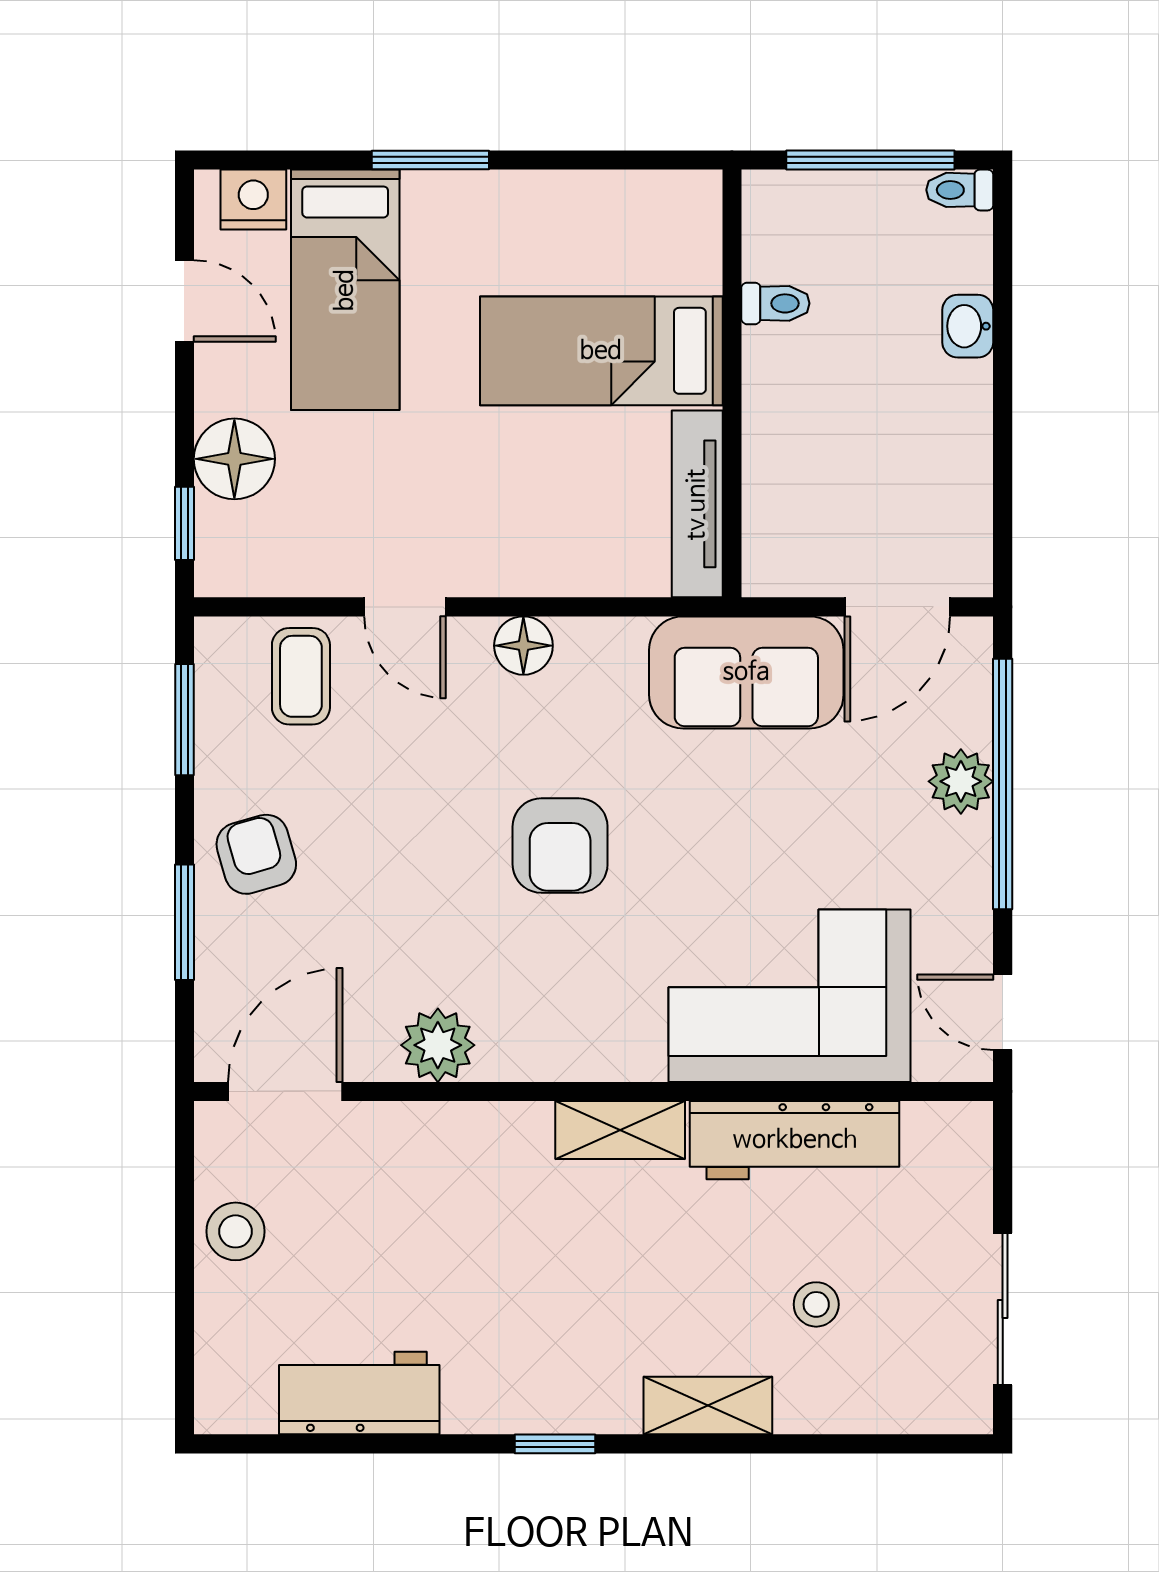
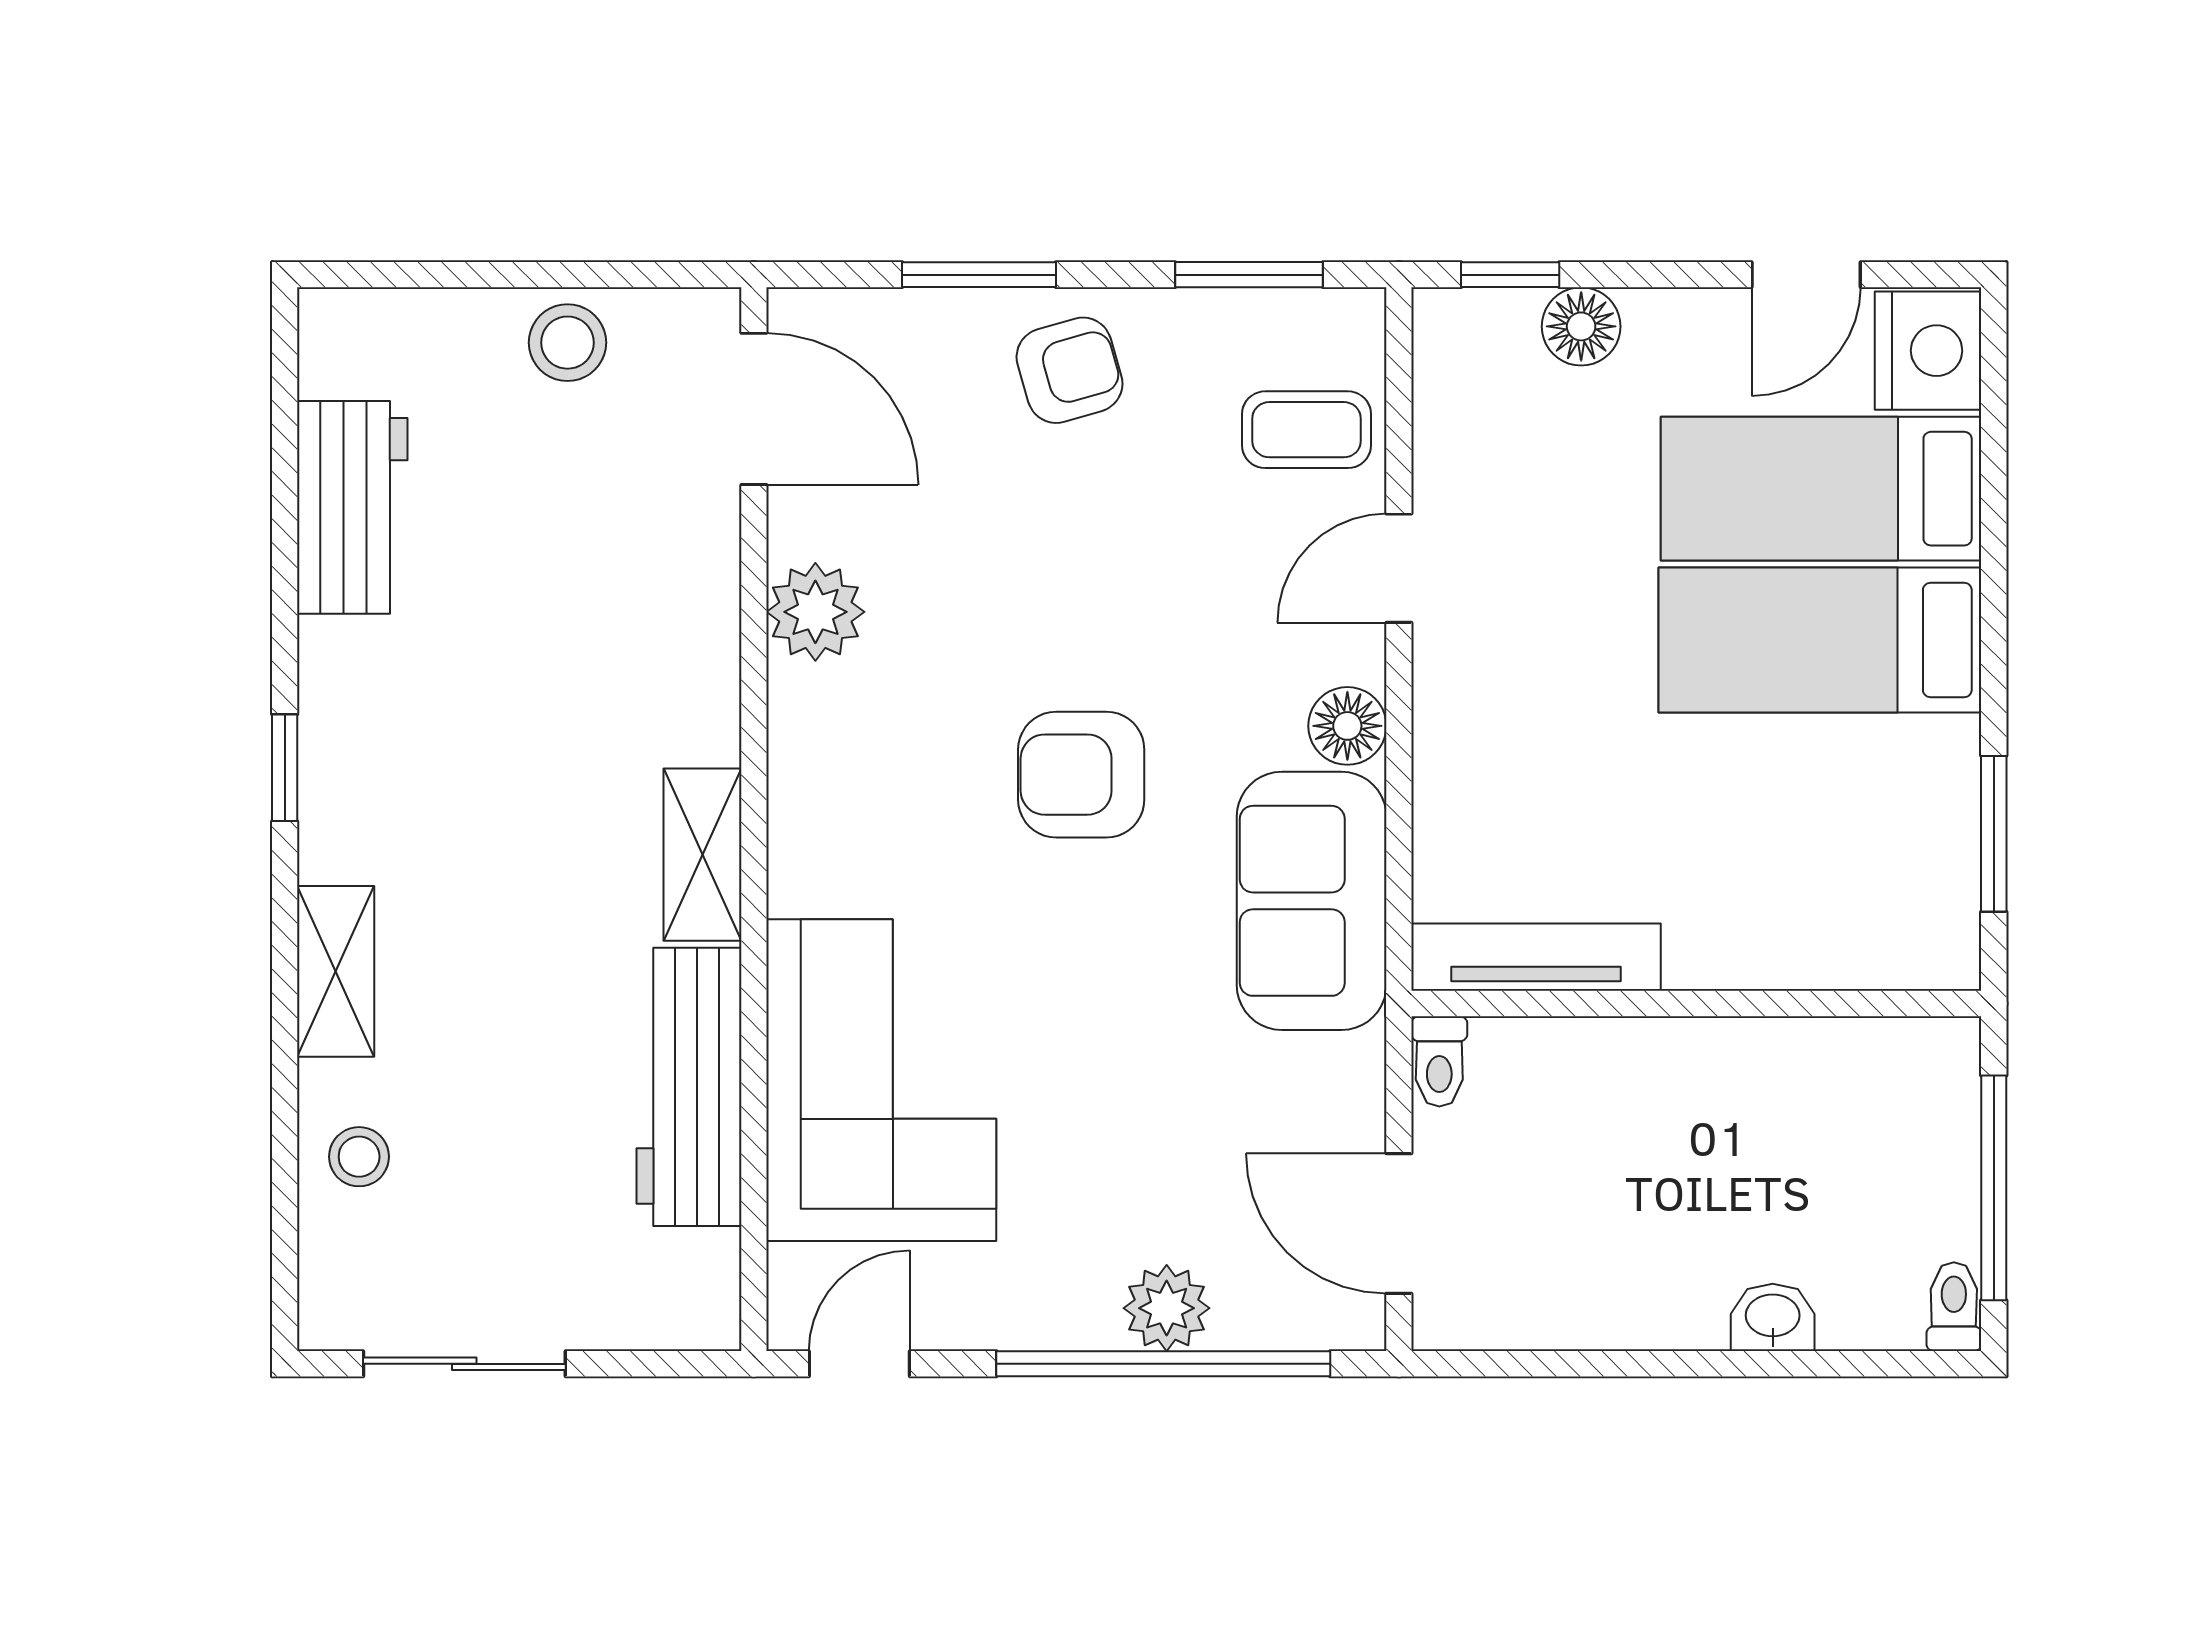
window: (430, 160) -> (1994, 834), moved
nightstand: (253, 200) -> (1928, 351), width x1.36, depth x1.33
toilet: (775, 303) -> (1439, 1061), moved
bed: (601, 351) -> (1820, 640), moved, turned -90
floor lamp: (234, 459) -> (1581, 326), width x0.73, depth x0.73
sofa: (746, 672) -> (1312, 901), moved
stool: (816, 1304) -> (359, 1157), moved

